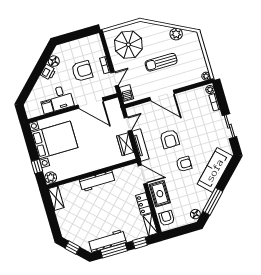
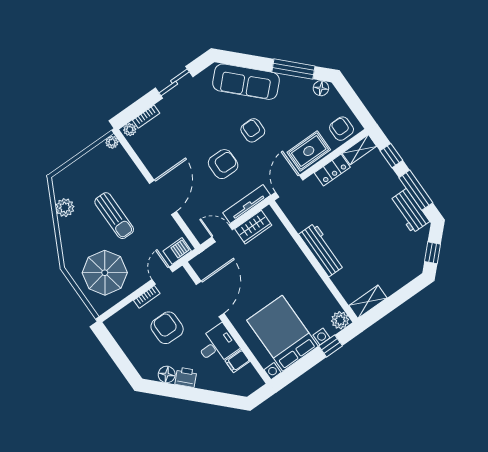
door: (115, 79) -> (162, 276), hinge flipped
armchair: (167, 218) -> (342, 129), turned 90
workbench: (107, 241) -> (409, 211), width x0.73

